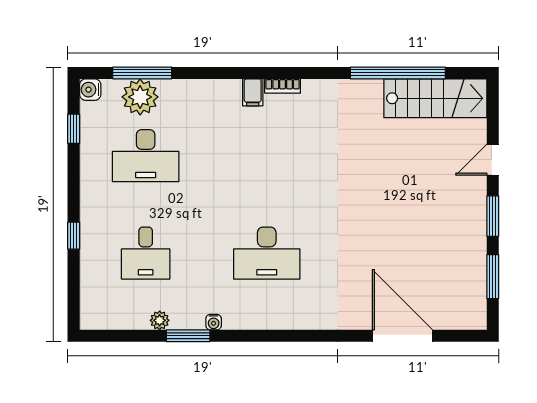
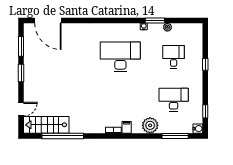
plant: (140, 97) -> (150, 125), moved
door: (493, 160) -> (21, 109), moved
desk: (267, 253) -> (120, 57), width x1.36, depth x1.30
door: (402, 336) -> (48, 20), moved

